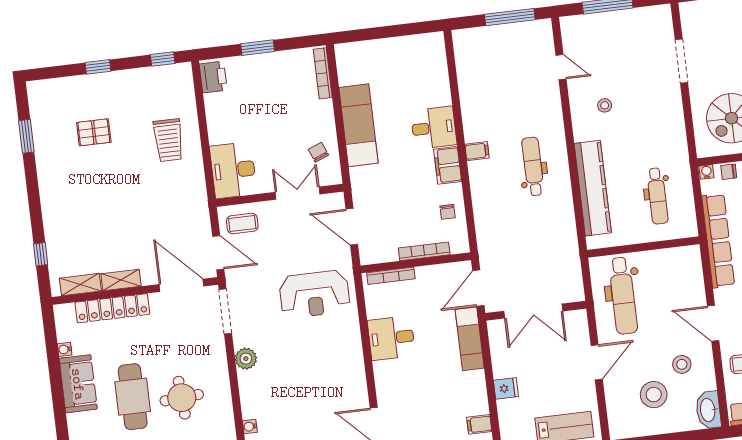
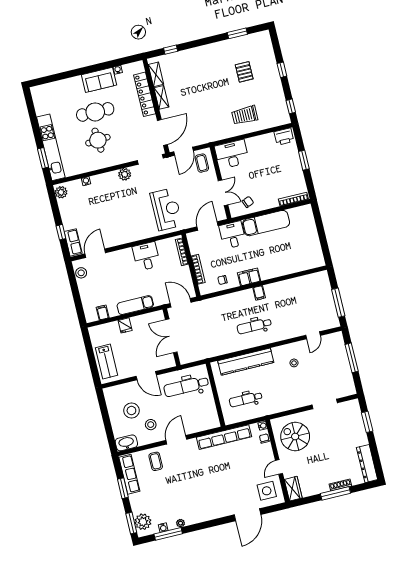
desk: (434, 128) -> (233, 235), moved, turned 180
dental chair: (533, 166) -> (254, 326), turned 180
reception desk: (314, 294) -> (166, 209), turned 180
exam couch: (470, 339) -> (135, 305), moved

